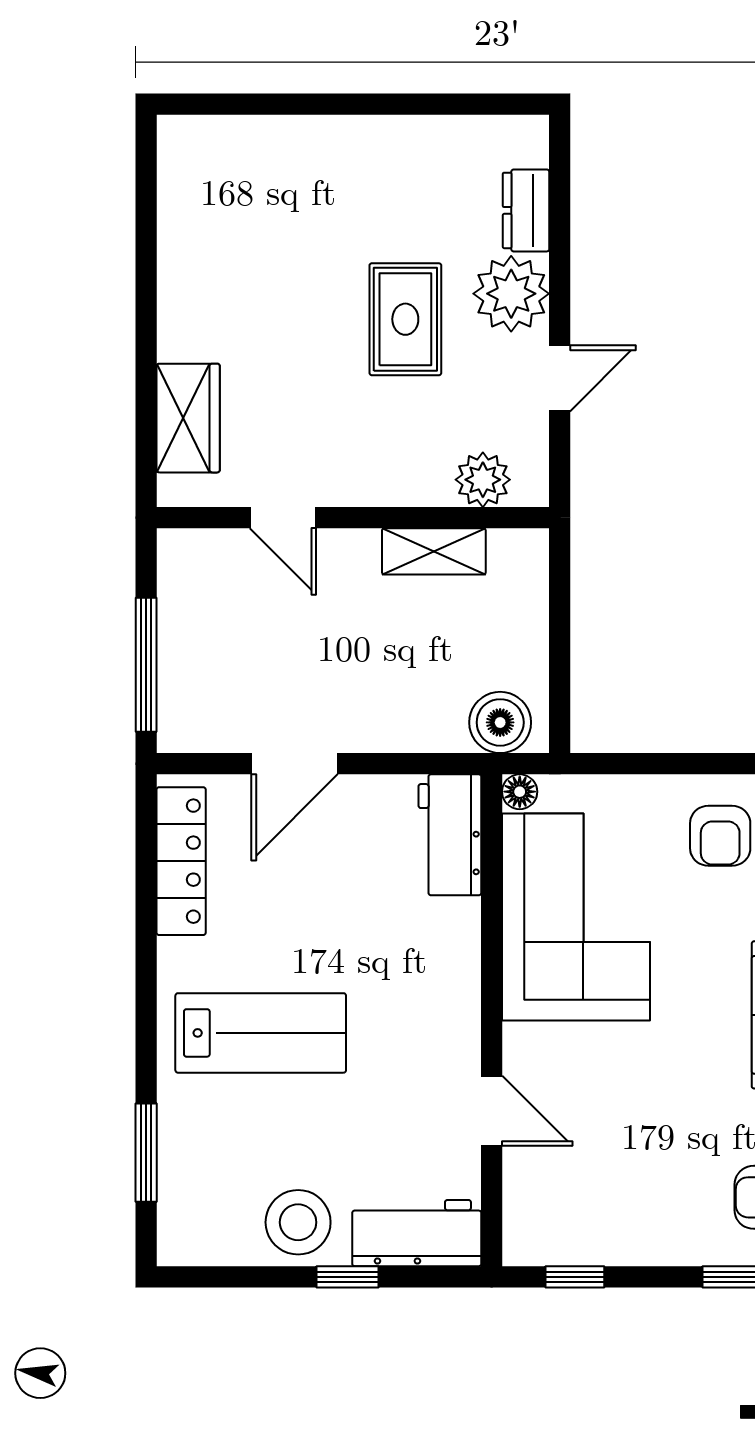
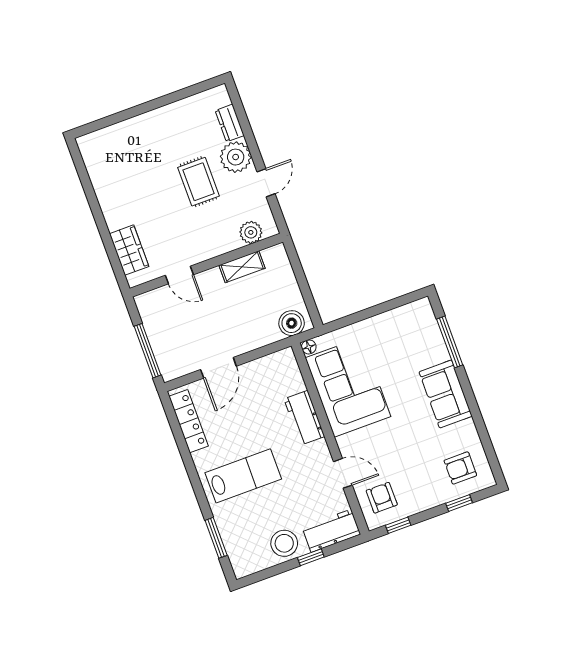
workbench: (450, 835) -> (304, 418), moved
armchair: (720, 836) -> (382, 498), moved, turned 180

